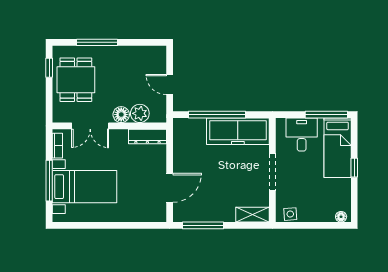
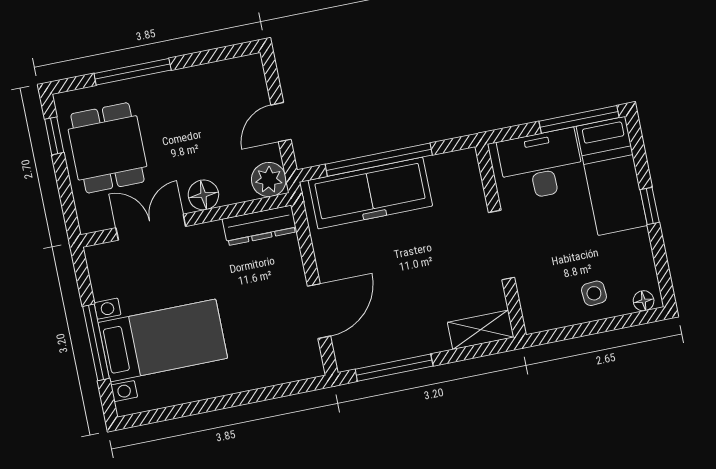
door: (170, 85) -> (281, 122), hinge flipped
plant: (140, 113) -> (269, 180), moved
double door: (90, 126) -> (151, 227), swing flipped
freezer: (238, 131) -> (370, 193), moved
desk: (302, 134) -> (541, 165), width x1.37
bookcase: (57, 146) -> (98, 275), removed
side table: (290, 214) -> (594, 293), moved

